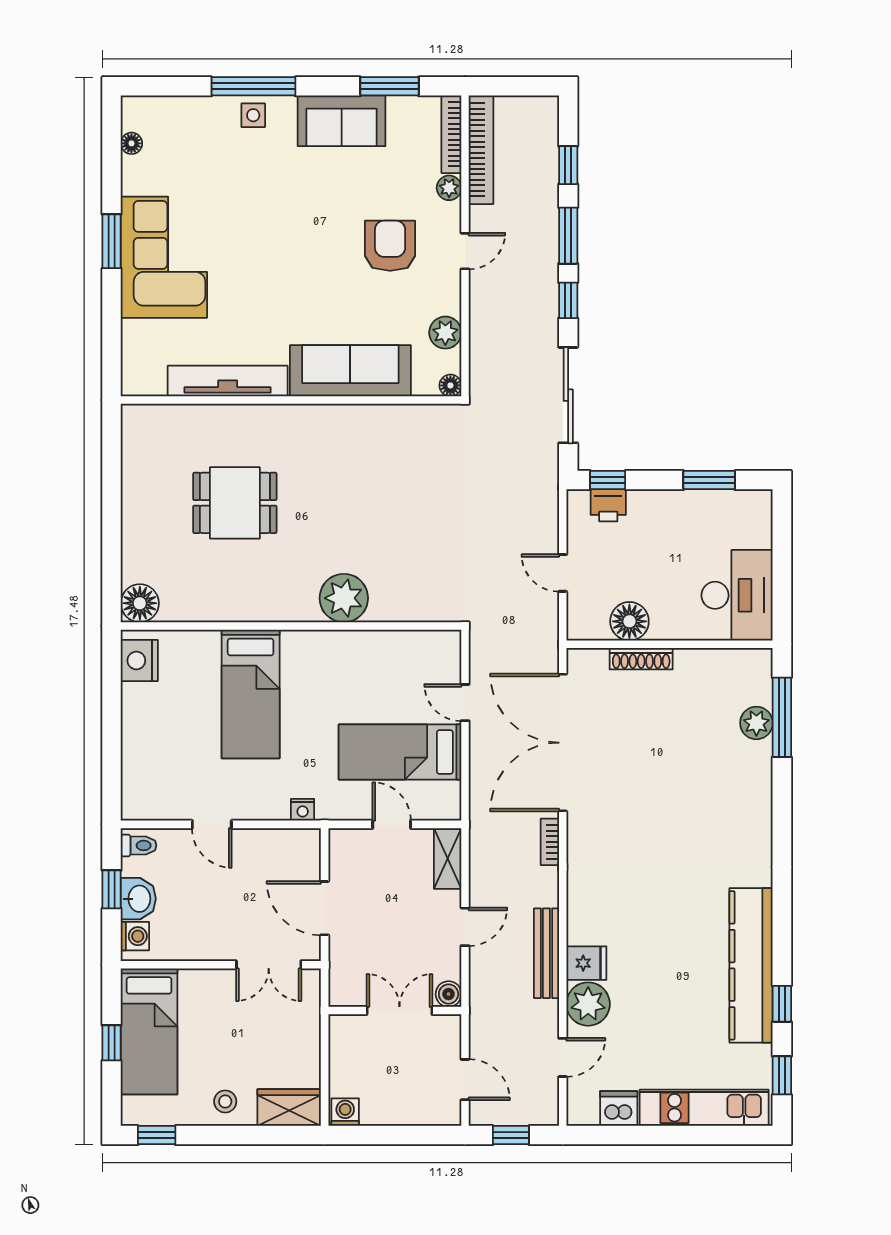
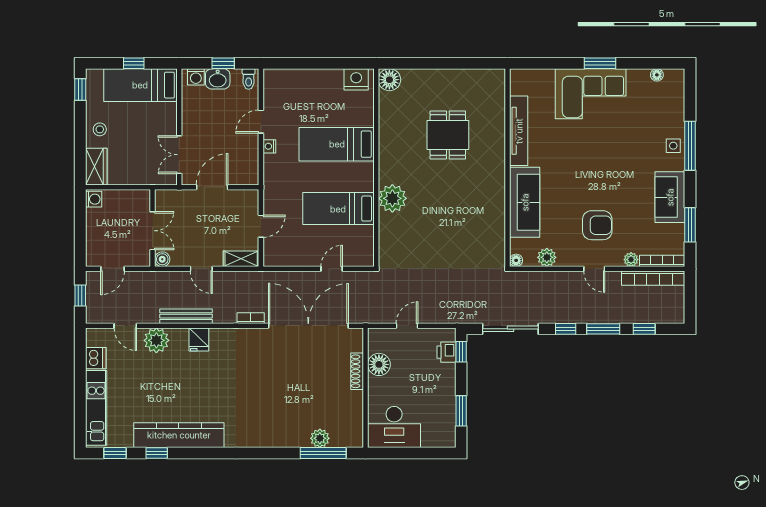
bed: (400, 752) -> (338, 209), moved, turned -90
nightstand: (303, 810) -> (269, 146), moved
fridge: (586, 963) -> (199, 339), moved

